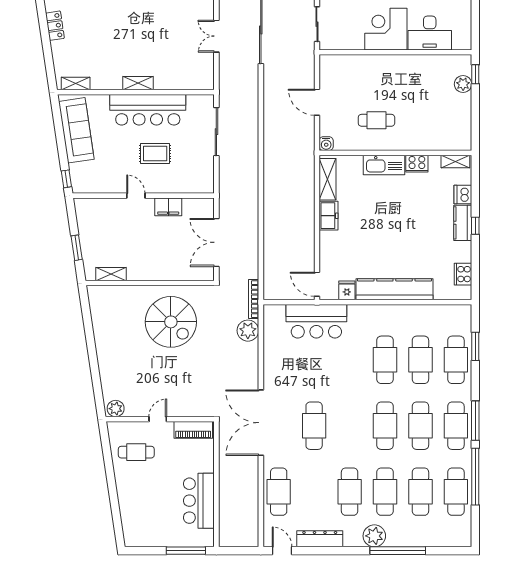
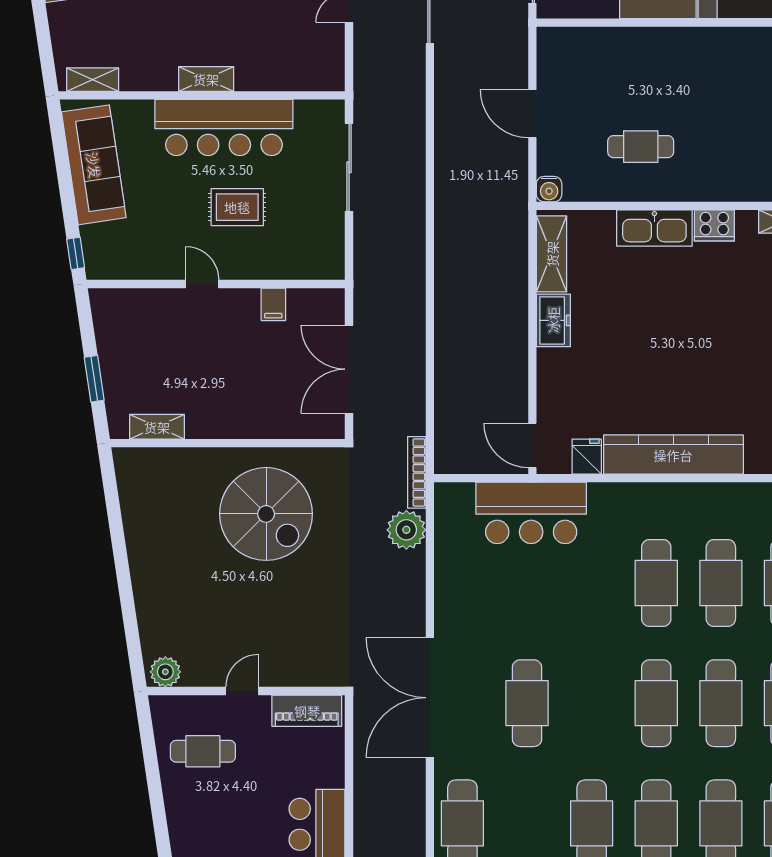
filing cabinet: (168, 207) -> (273, 304), width x0.50

